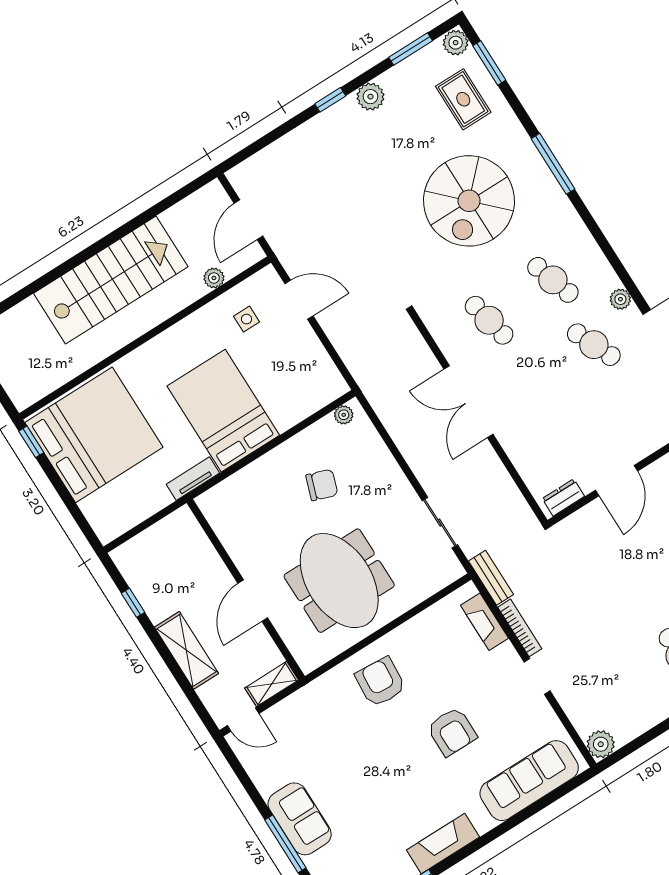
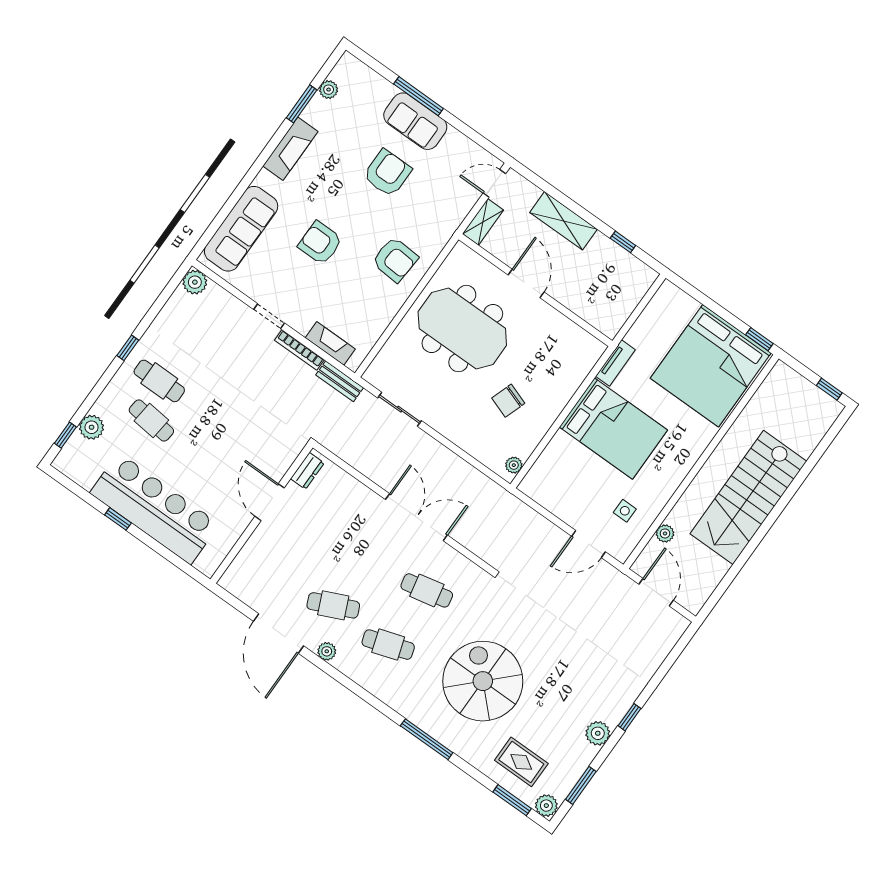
armchair: (351, 776) -> (387, 173), added

